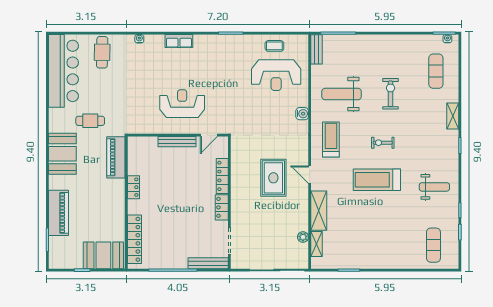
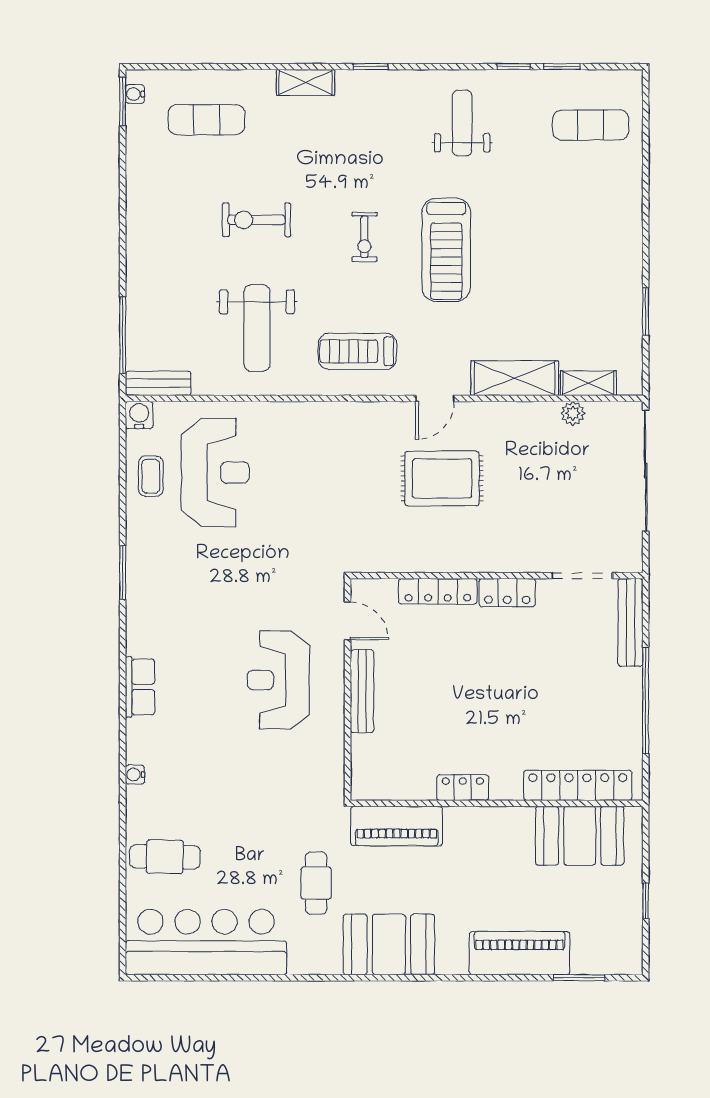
water cooler: (302, 114) -> (139, 415), moved
booth: (103, 255) -> (580, 836), moved, turned 90

